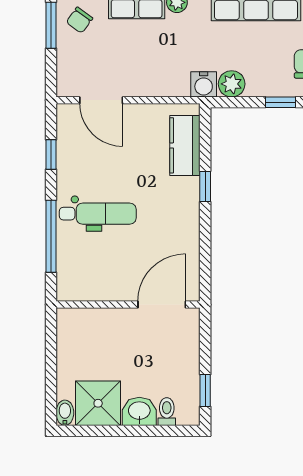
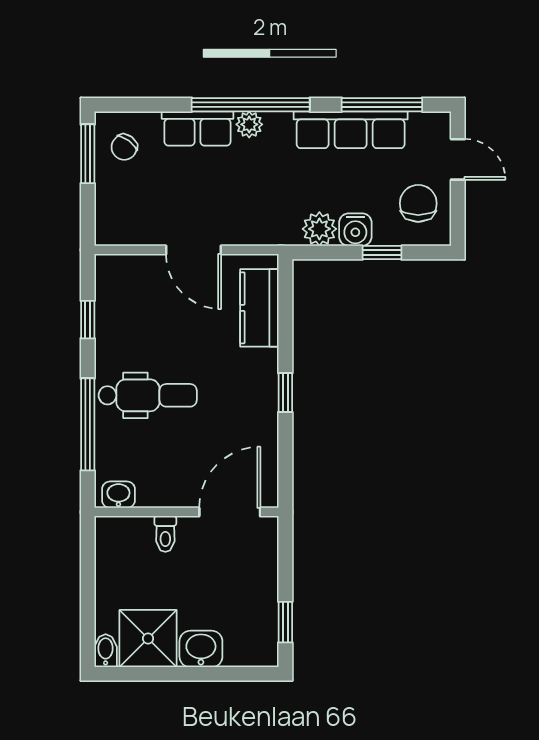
water cooler: (204, 84) -> (355, 230), moved
door: (101, 100) -> (193, 250), moved
window: (205, 186) -> (285, 393), moved
washbasin: (75, 291) -> (118, 495), added
toilet: (167, 412) -> (165, 534), moved, turned 180

